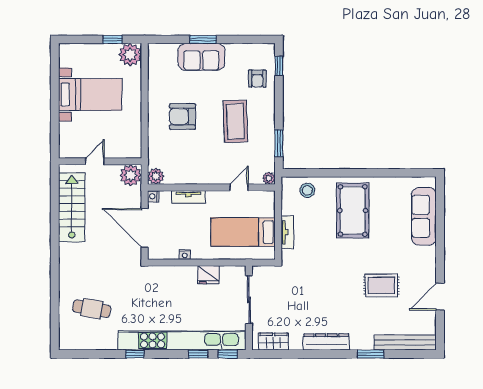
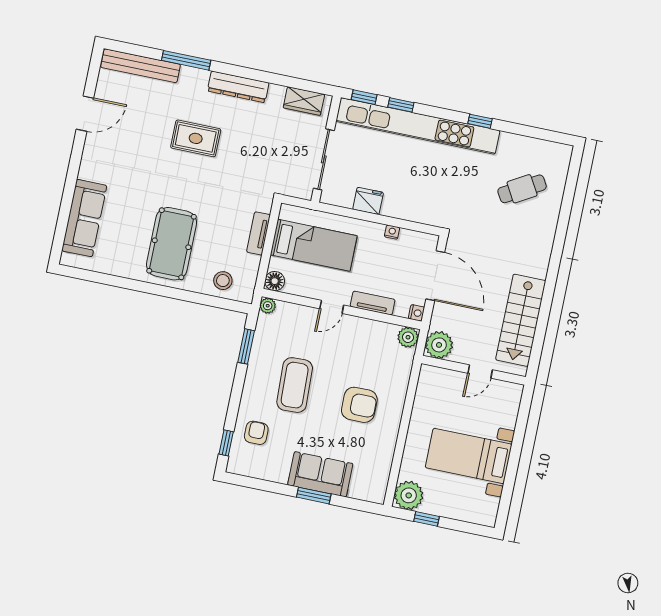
door: (239, 187) -> (332, 307), moved
floor lamp: (267, 198) -> (275, 281), added
rug: (381, 285) -> (196, 138), moved
cafe table: (92, 309) -> (522, 189), turned -40
window: (371, 354) -> (186, 60), width x1.44

